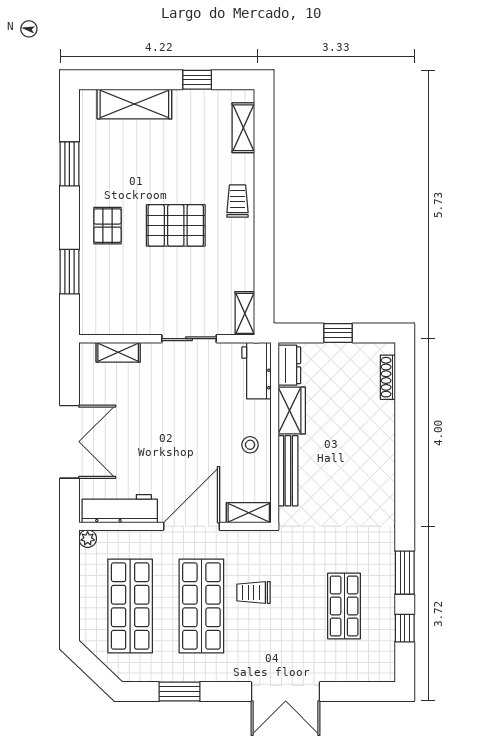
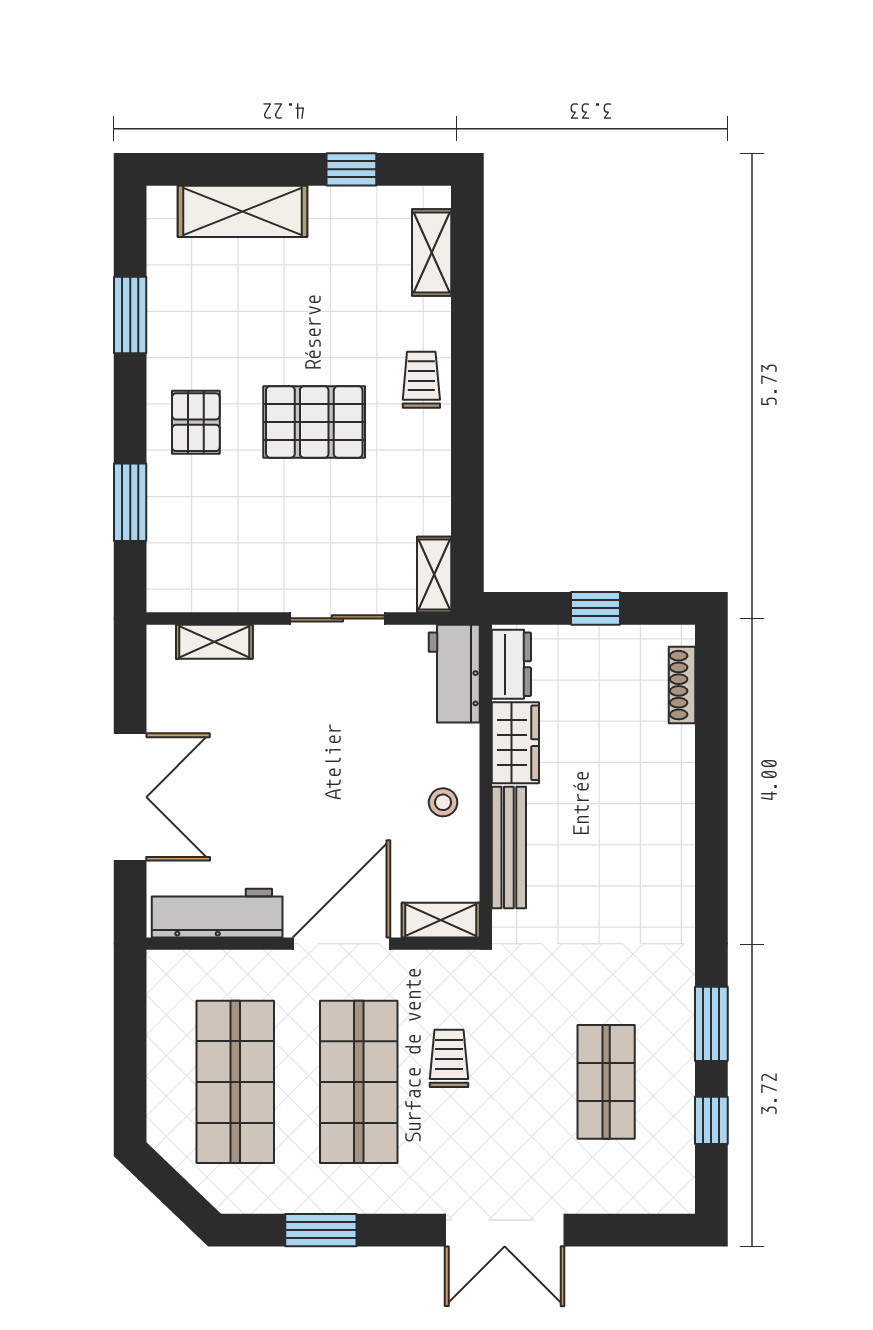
plant: (88, 539) -> (162, 965), removed
trolley: (253, 593) -> (449, 1058), turned 90

